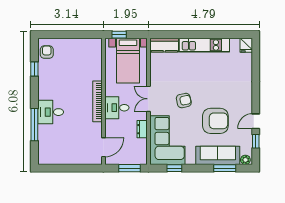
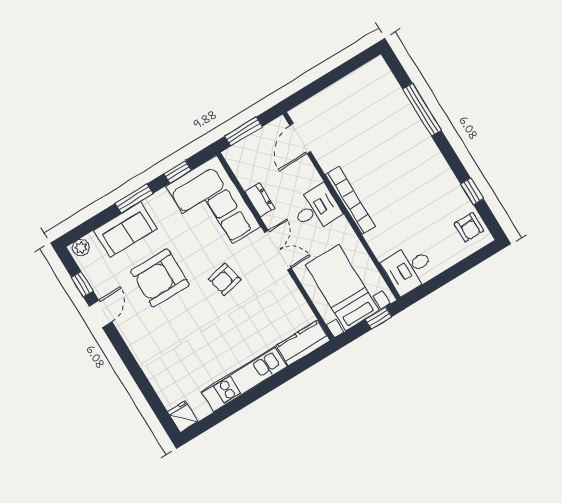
desk: (51, 112) -> (409, 269), moved, turned 180
sofa: (218, 155) -> (125, 230), width x0.73
window: (225, 168) -> (134, 198), moved

